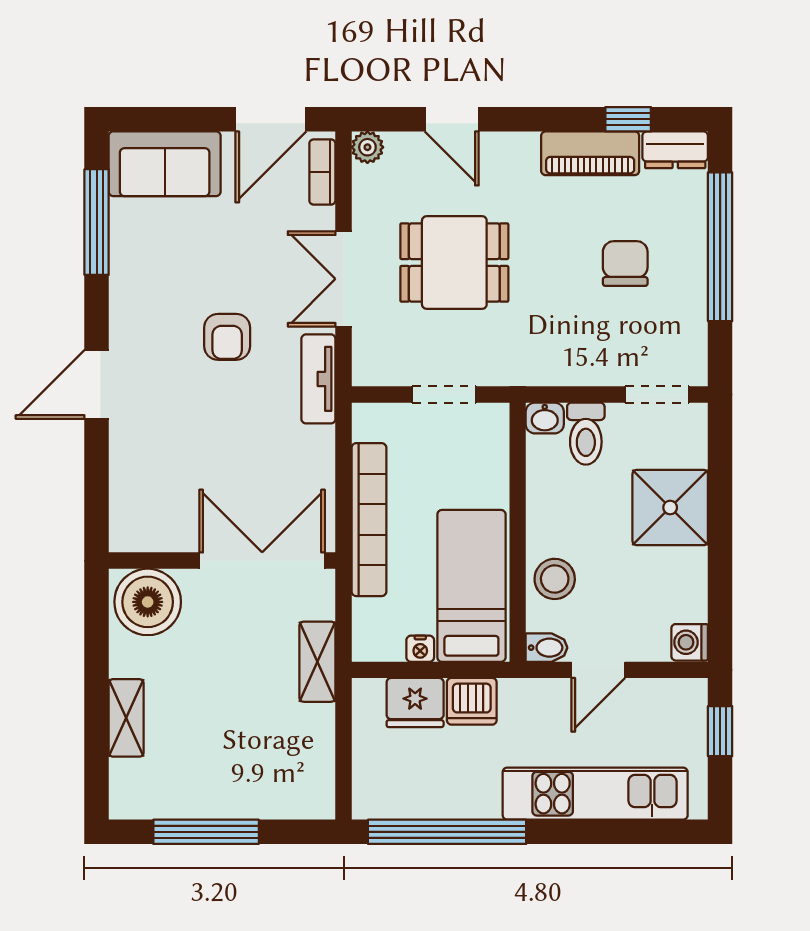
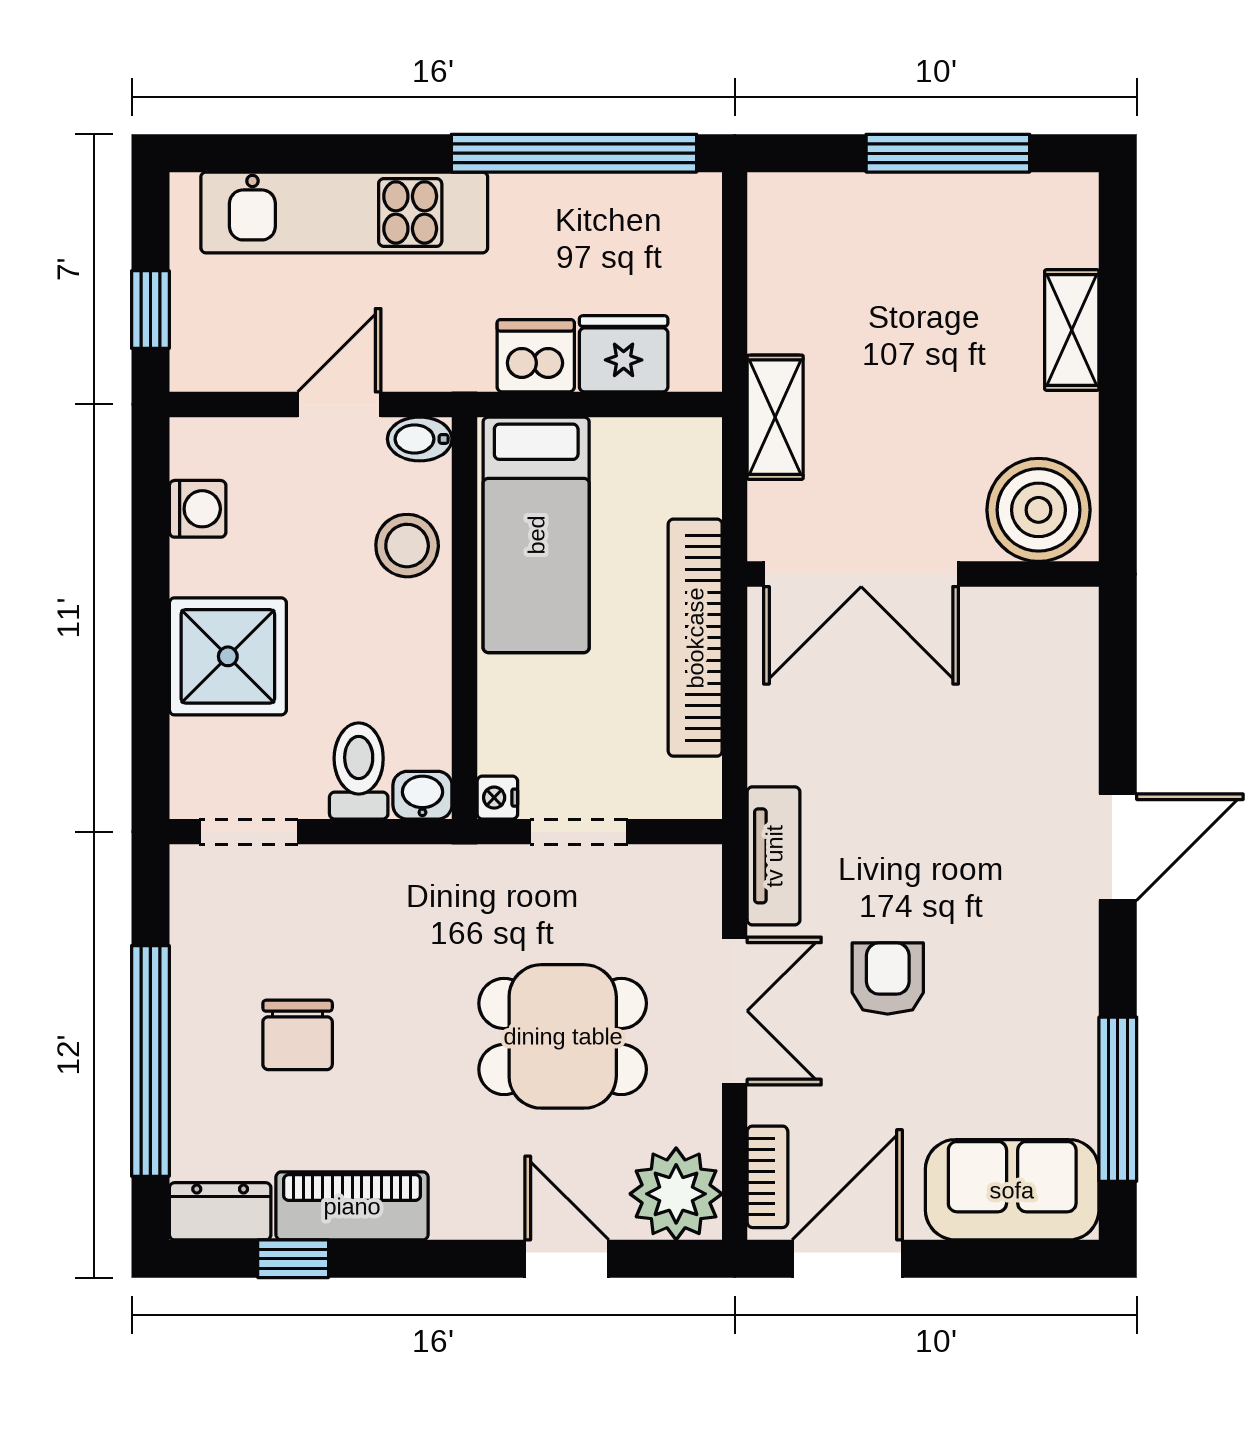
plant: (367, 147) -> (676, 1194), width x1.87, depth x1.87
armchair: (227, 337) -> (888, 978), moved
washing machine: (690, 642) -> (198, 509), moved
nightstand: (420, 649) -> (497, 798), moved, turned -90

